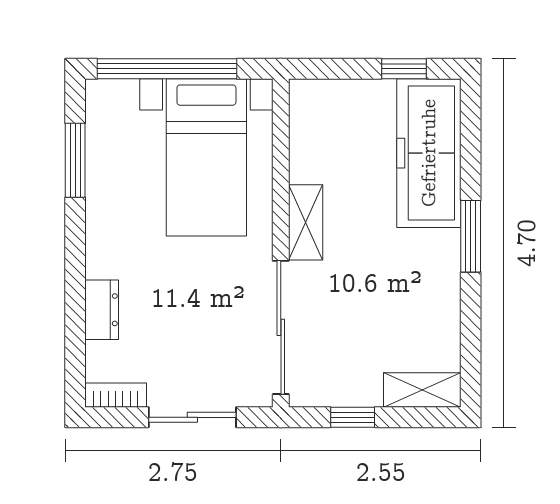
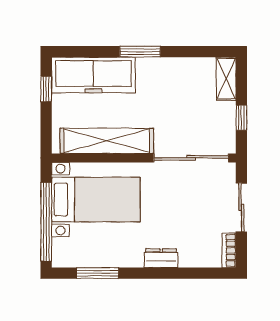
shelving: (306, 222) -> (107, 141), width x2.20, depth x1.33
dresser: (102, 310) -> (161, 258), moved

